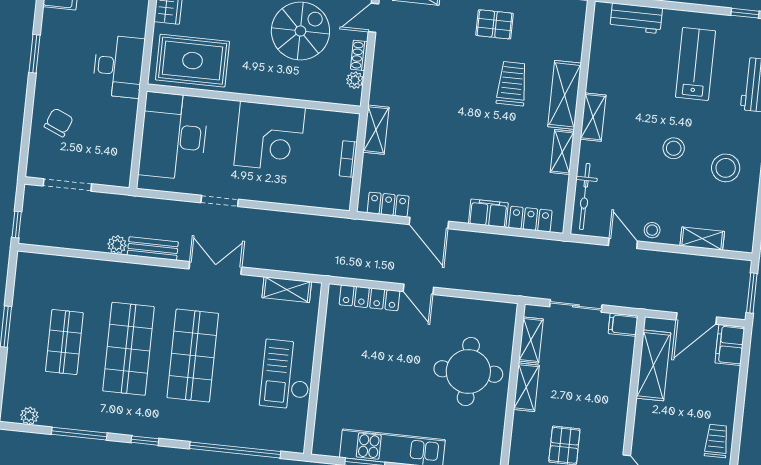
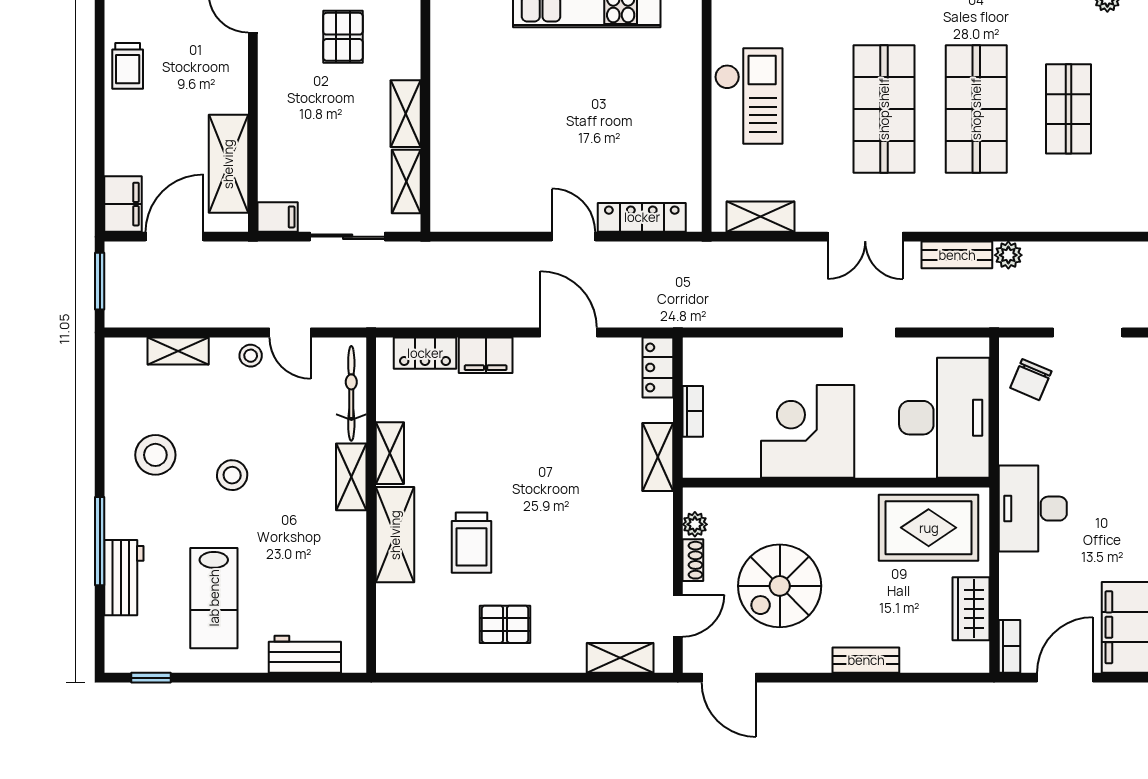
shelving: (593, 117) -> (351, 477), moved
chair: (59, 122) -> (1031, 380), moved
locker: (388, 205) -> (658, 367), moved, turned 90
round table: (468, 372) -> (490, 127), removed

